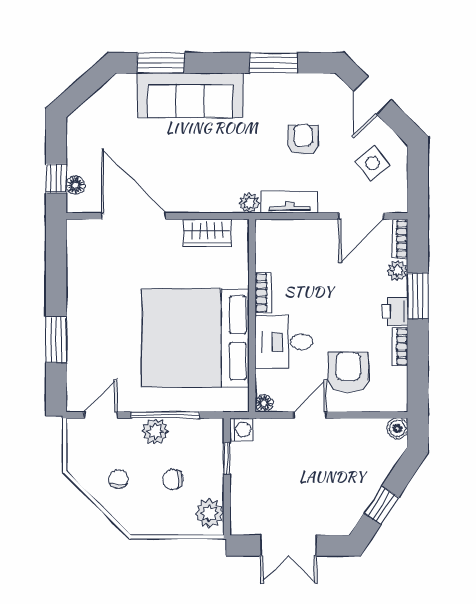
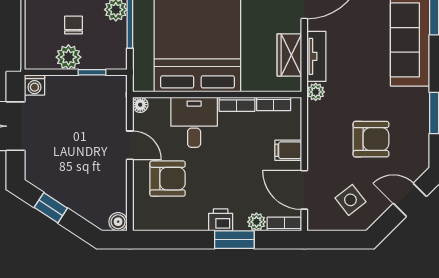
armchair: (303, 140) -> (371, 139), width x1.38, depth x1.38
tv unit: (290, 202) -> (316, 56), moved
filing cabinet: (316, 234) -> (288, 150), added
bookcase: (400, 347) -> (274, 104), moved, turned 180
washing machine: (241, 430) -> (34, 85), moved
plant: (210, 513) -> (68, 57), moved

